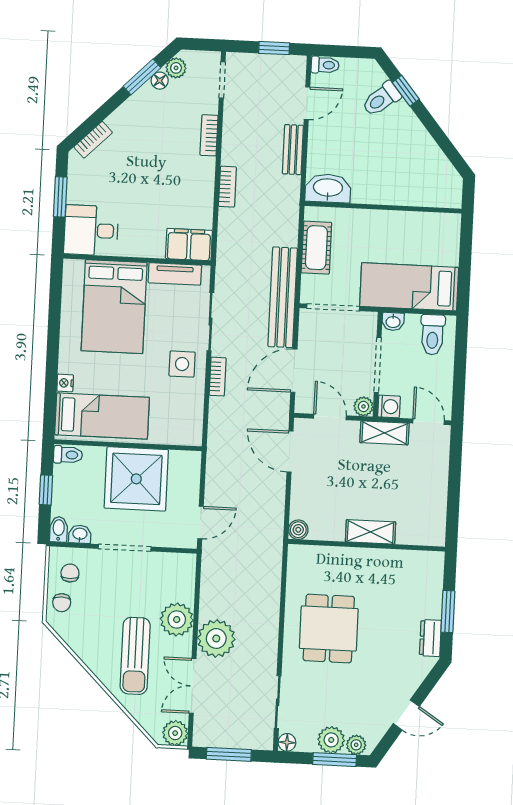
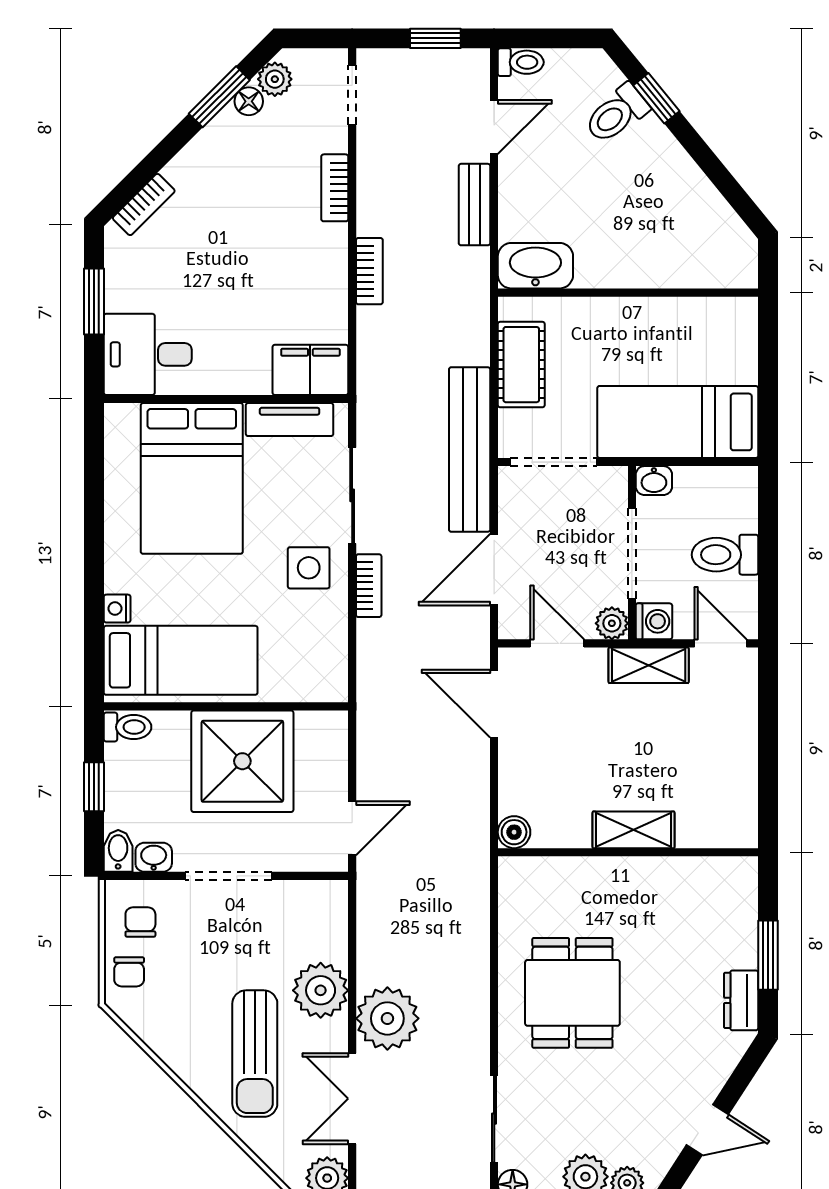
toilet: (433, 335) -> (725, 555), moved, turned 90

